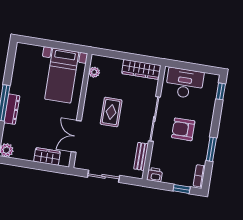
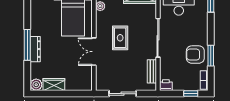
armchair: (183, 129) -> (195, 55), moved
double door: (76, 136) -> (94, 52), moved
wardrobe: (47, 157) -> (54, 85), moved

